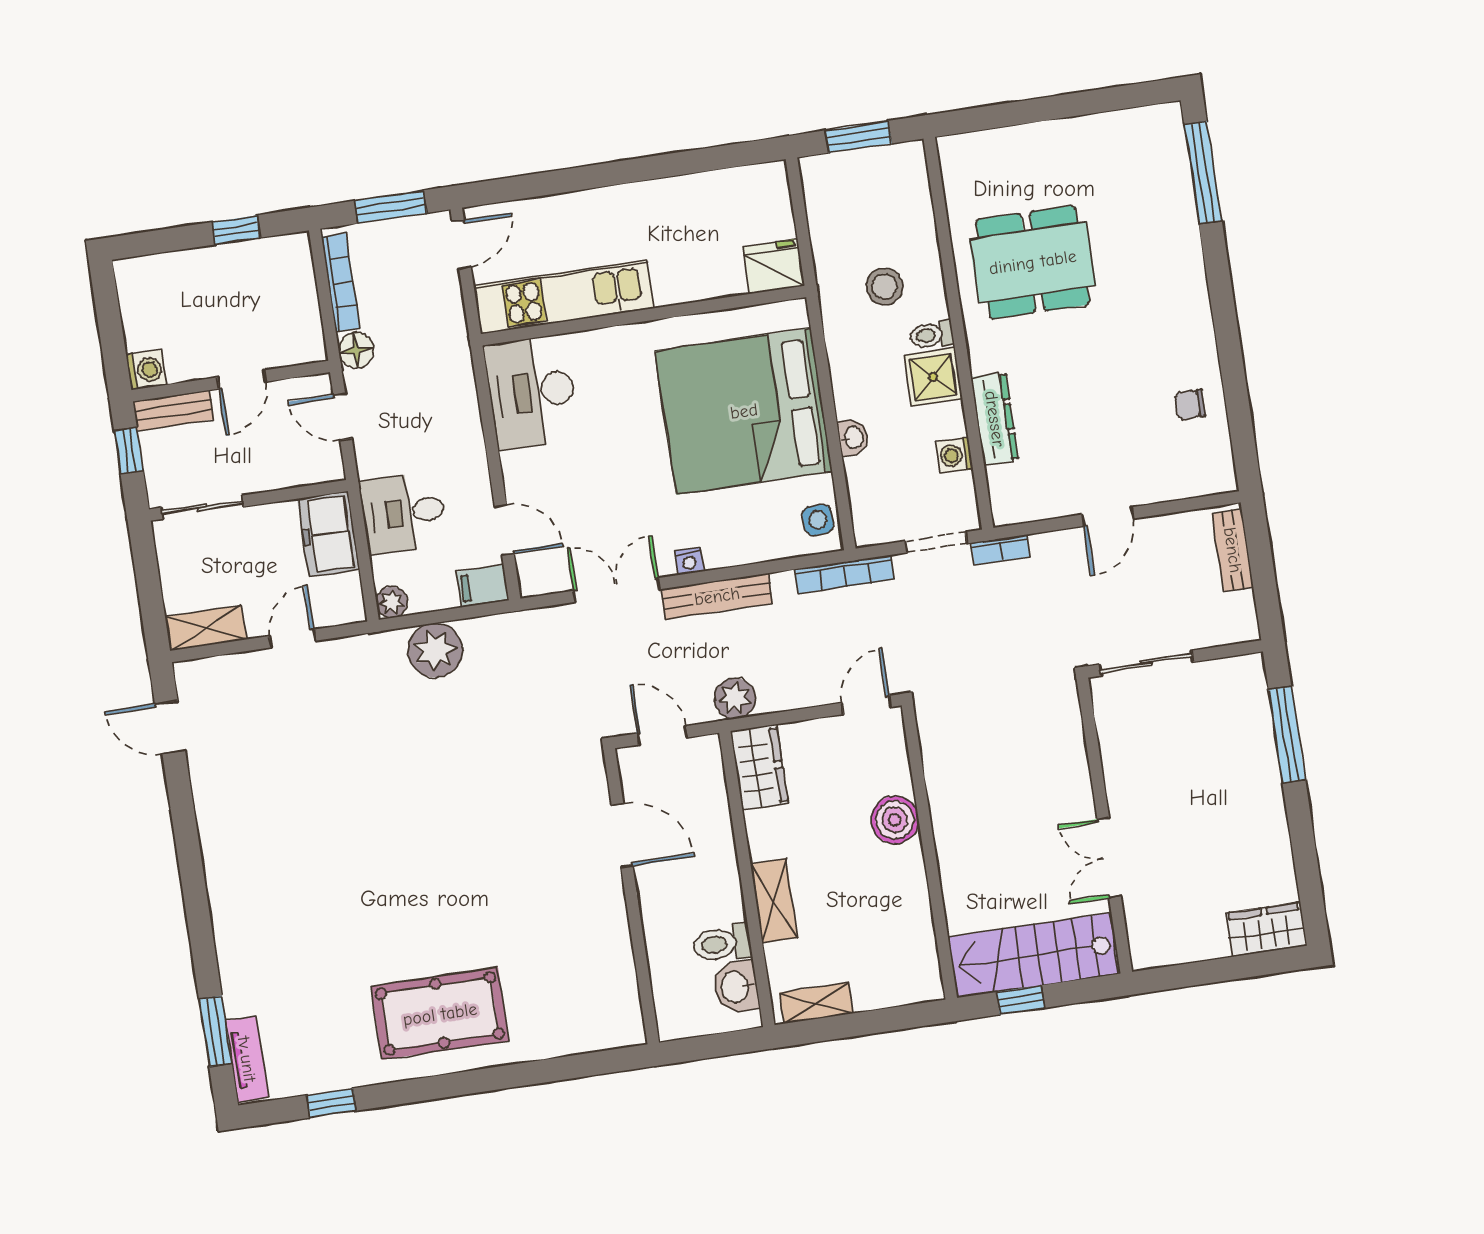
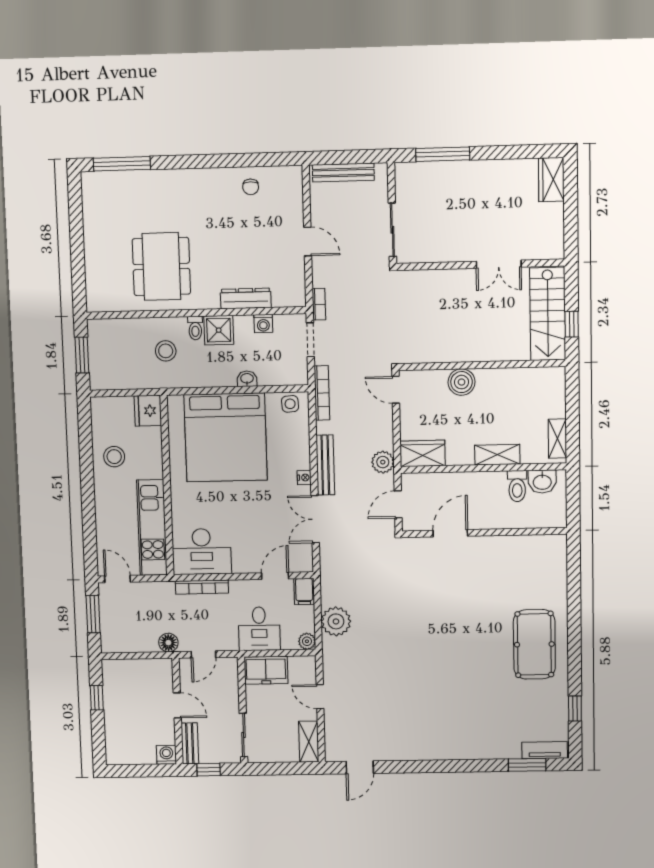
stool: (684, 214) -> (114, 457), added
bookcase: (341, 283) -> (202, 587), moved, turned 180
bench: (1233, 550) -> (343, 172), width x1.36

